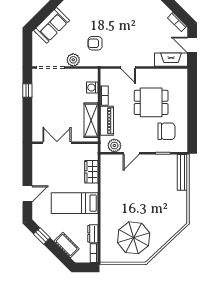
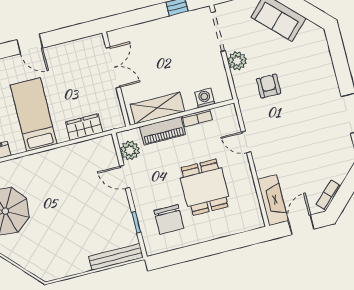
door: (128, 67) -> (246, 142), hinge flipped

